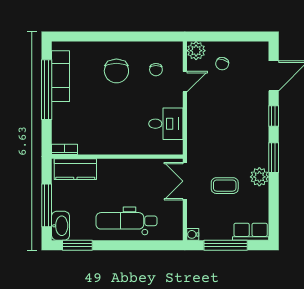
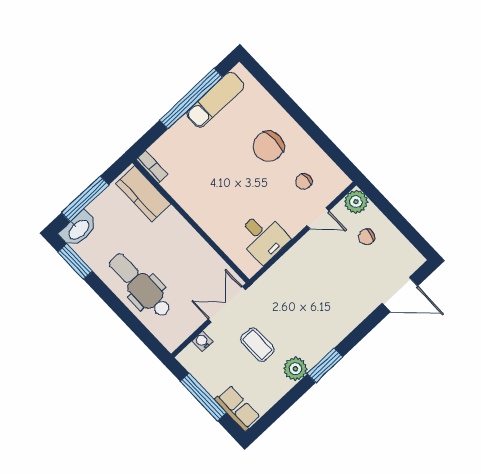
window: (274, 116) -> (363, 329), removed
water cooler: (193, 234) -> (202, 341), moved

